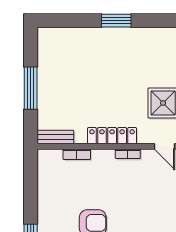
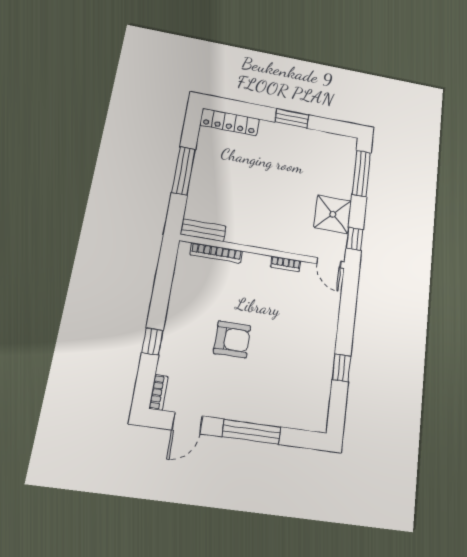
locker: (112, 136) -> (230, 122), moved, turned 180
bookcase: (77, 154) -> (216, 253), width x1.56

